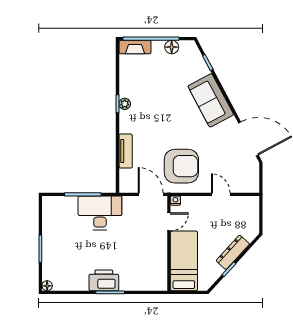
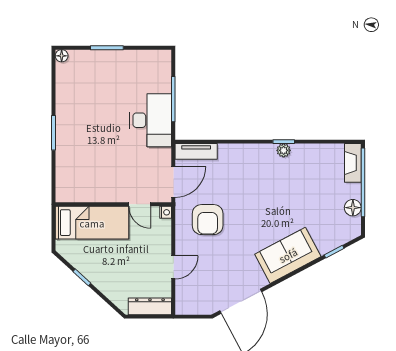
tv unit: (126, 151) -> (196, 151), moved
armchair: (181, 166) -> (208, 220), width x0.73, depth x0.73
dresser: (233, 252) -> (150, 306), moved, turned -42
printer: (104, 280) -> (68, 125), removed

